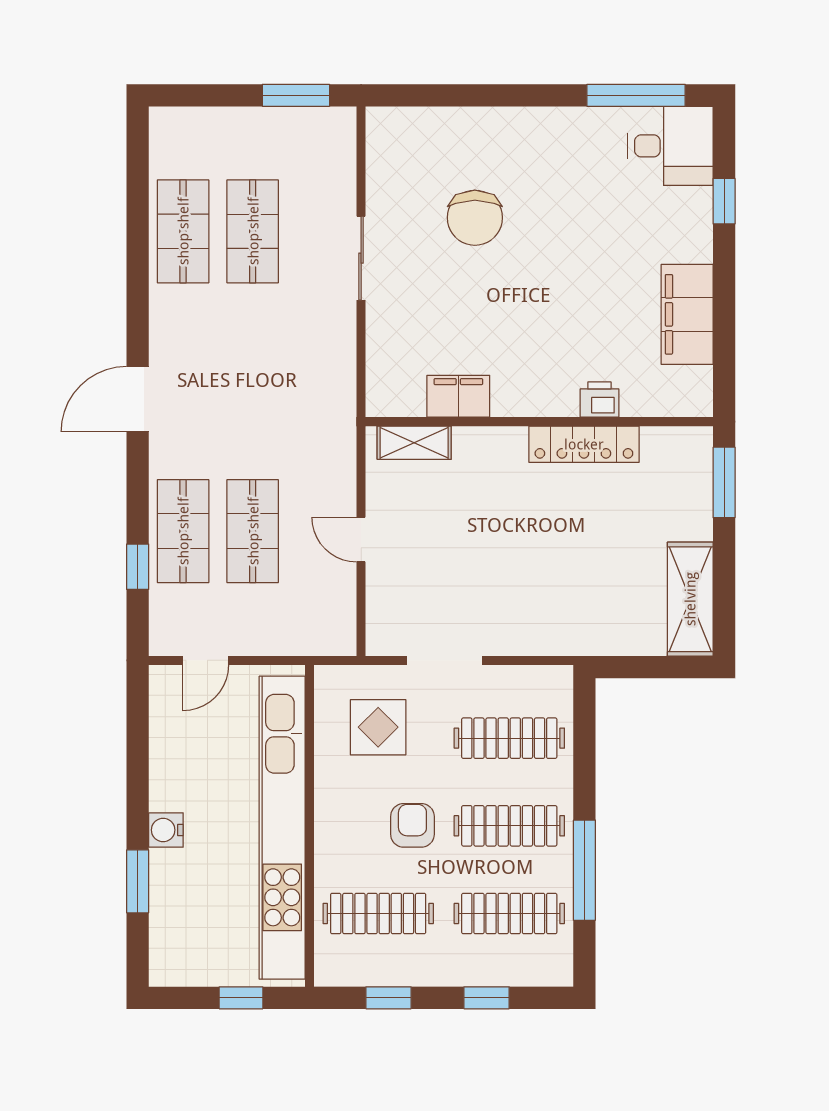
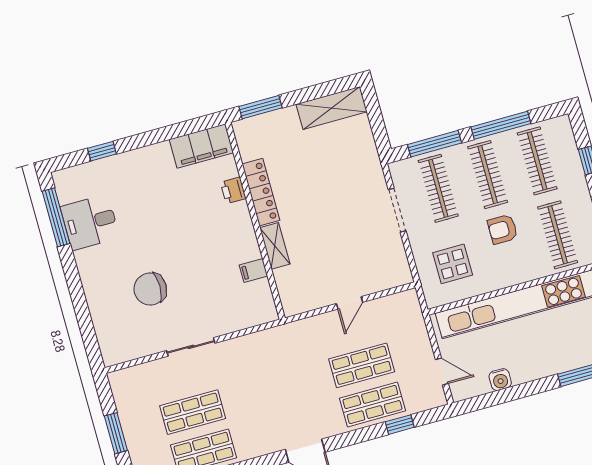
window: (296, 95) -> (116, 433), moved
desk: (670, 146) -> (90, 222), moved, turned -90
chair: (475, 218) -> (150, 289), turned 180
filing cabinet: (687, 314) -> (201, 146), moved
filing cabinet: (458, 396) -> (253, 270), width x0.50
shelving: (414, 443) -> (275, 246), moved
doorway: (444, 660) -> (397, 210), moved
window: (584, 752) -> (434, 144), added
water cooler: (166, 830) -> (500, 380), moved

